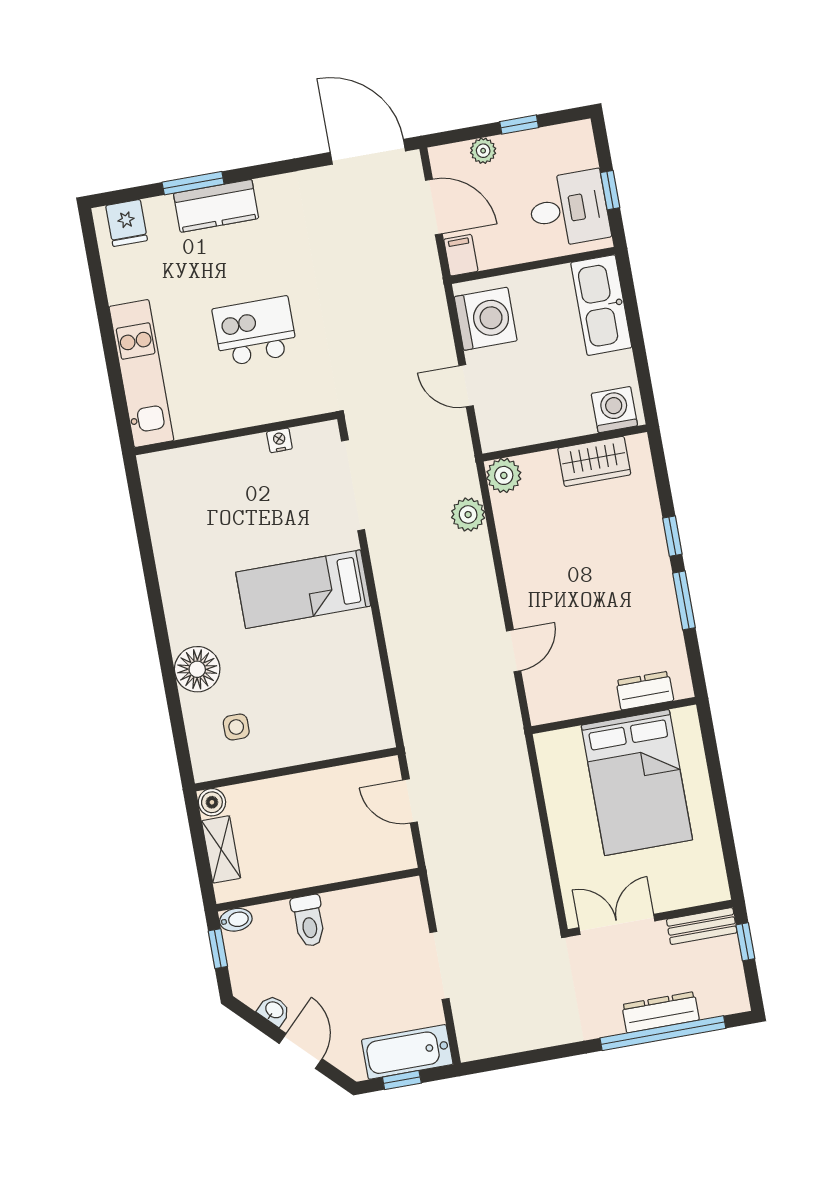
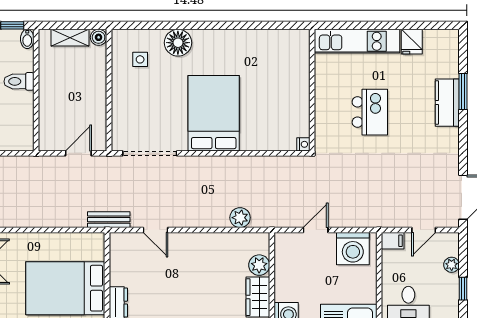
door: (434, 207) -> (424, 230), width x0.73
fridge: (127, 223) -> (412, 42), moved, turned -90
nightstand: (279, 440) -> (303, 144), moved
plant: (504, 475) -> (259, 265), moved
doorway: (353, 485) -> (150, 153), moved
bed: (303, 589) -> (214, 113), width x1.50
bench: (511, 731) -> (109, 220), added

